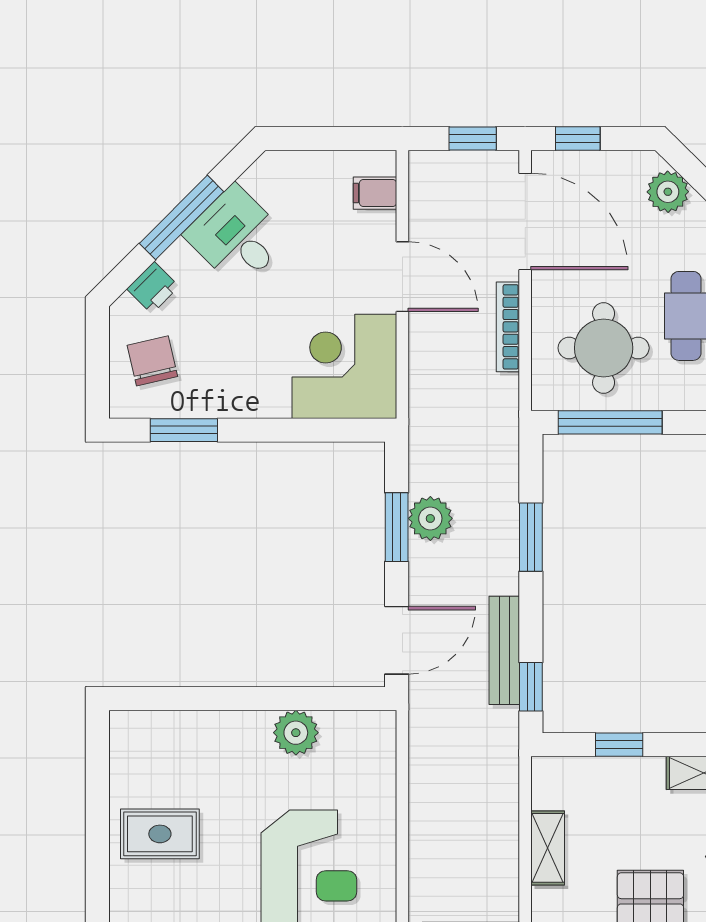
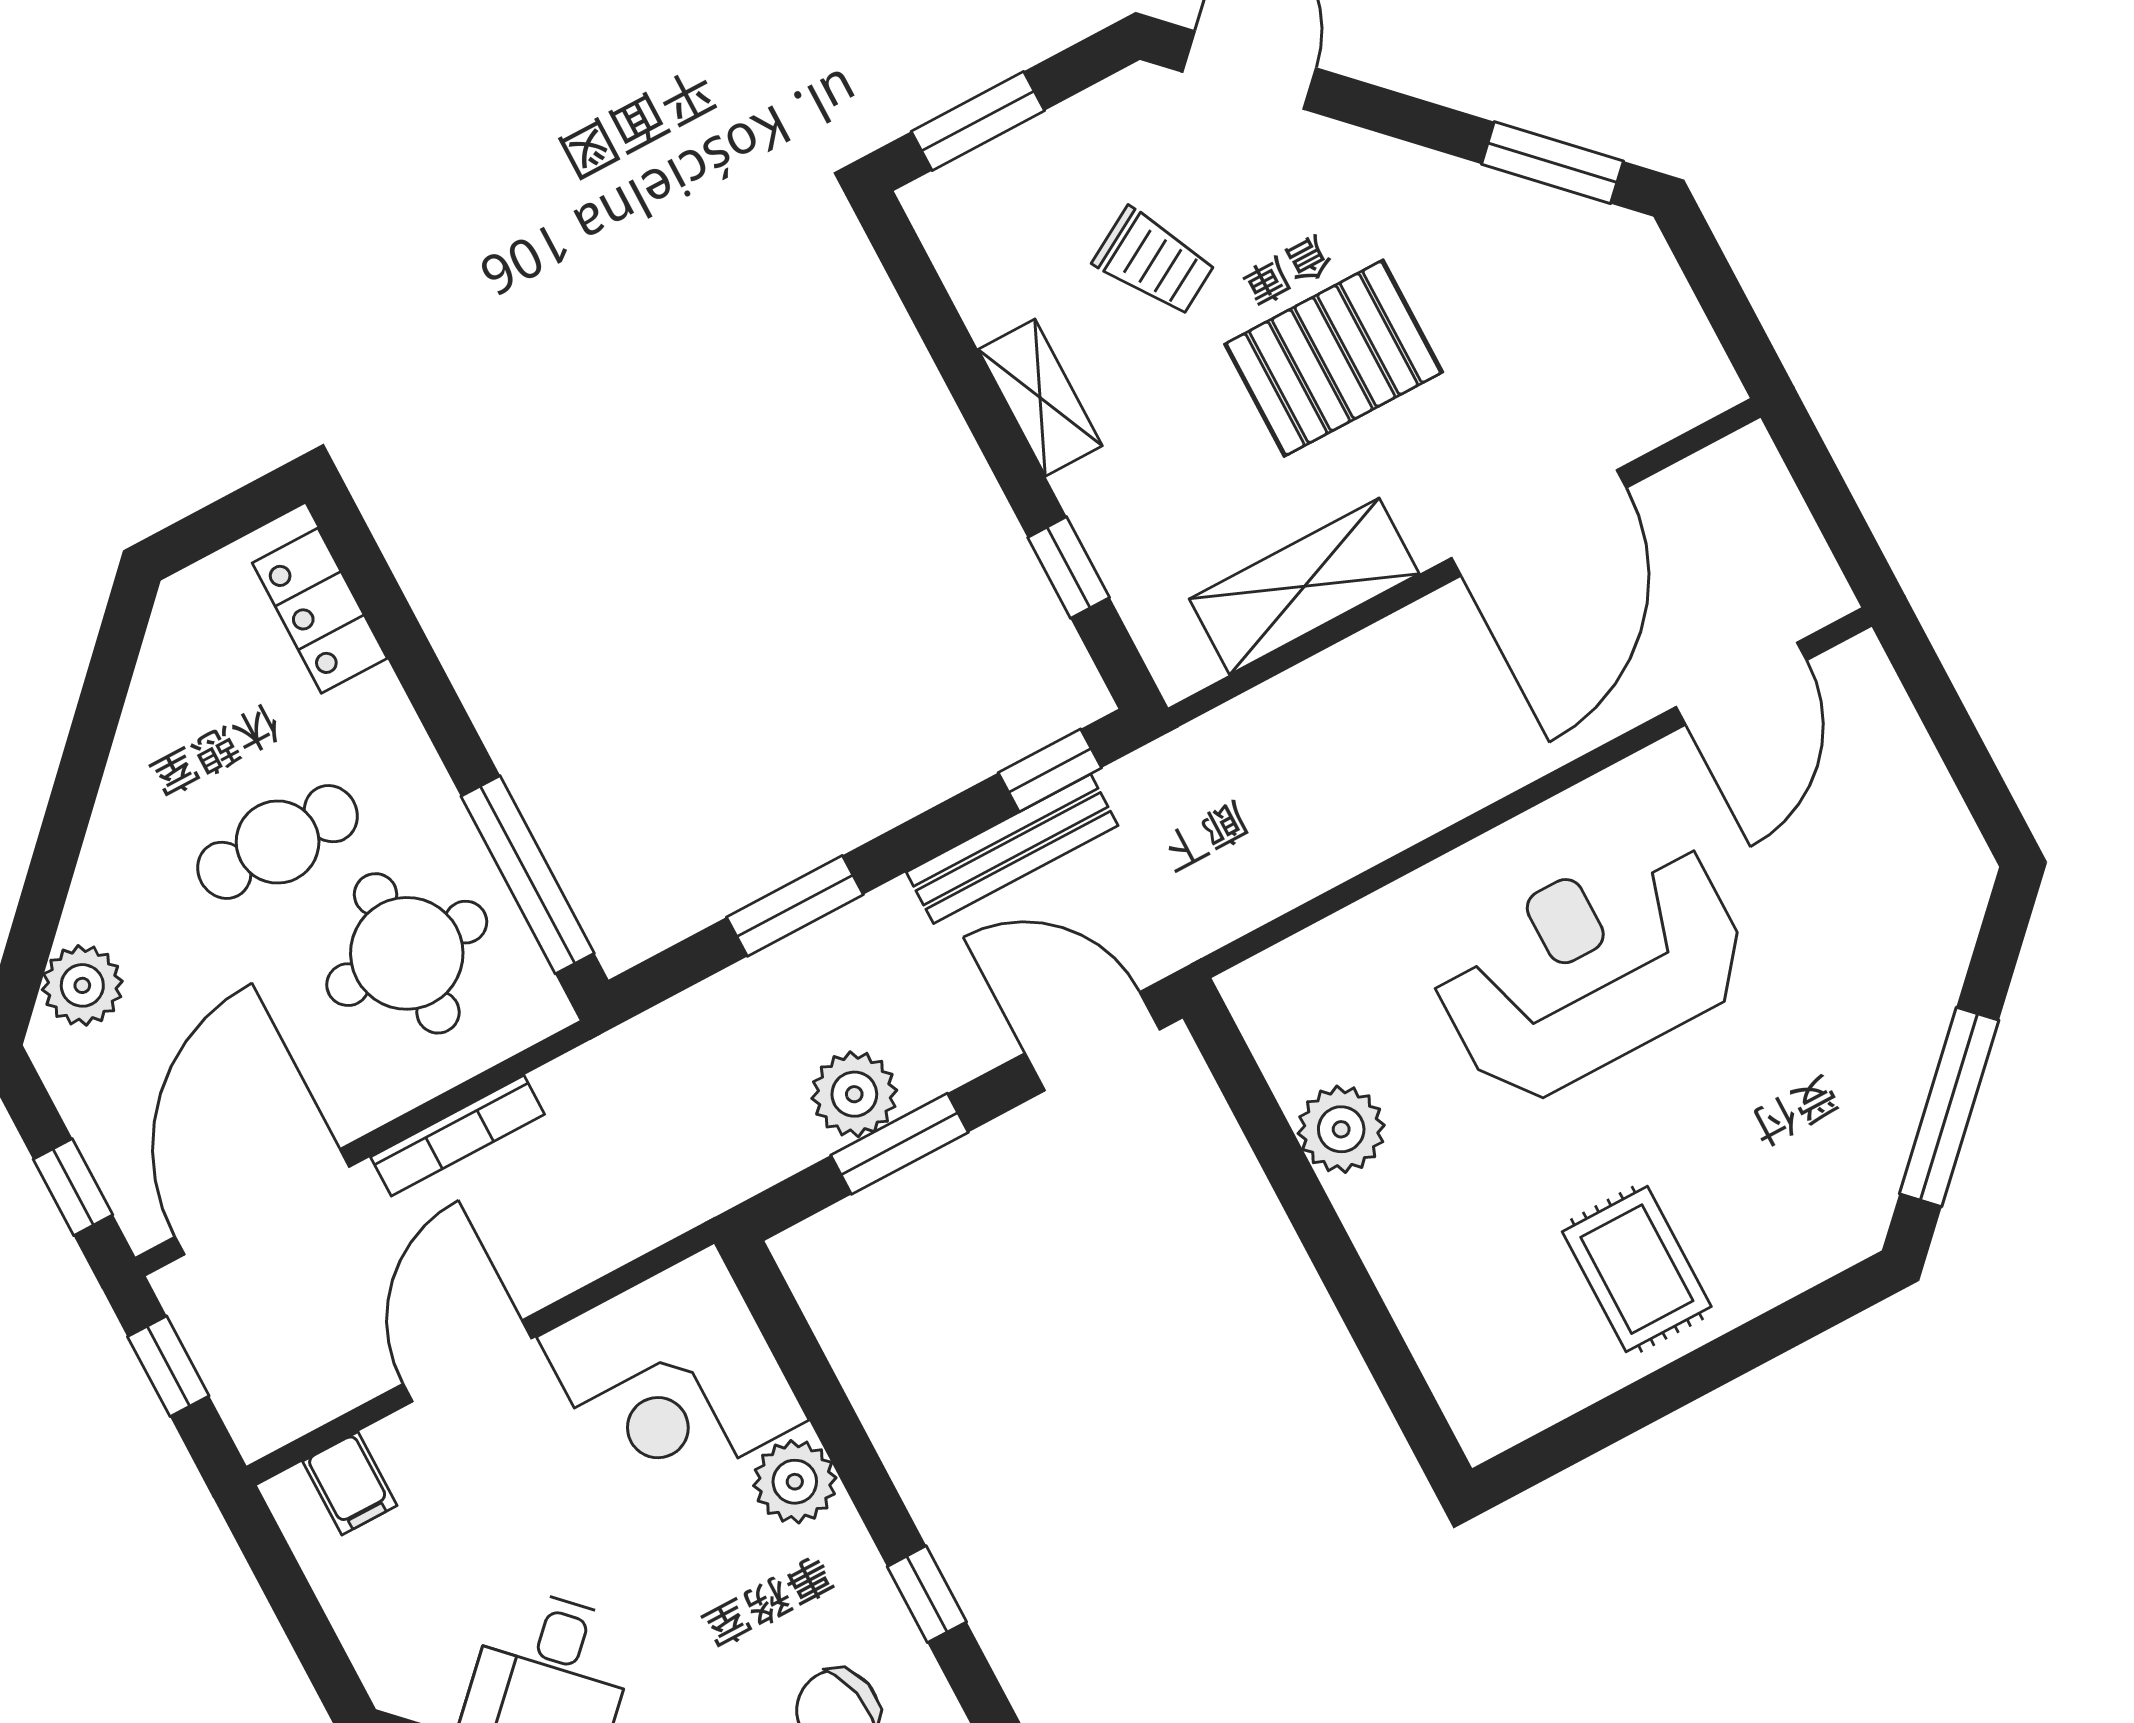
plant: (267, 397) -> (795, 1482), added
window: (184, 430) -> (927, 1594), width x0.67
shelving: (548, 848) -> (1304, 586), width x1.50, depth x1.33

